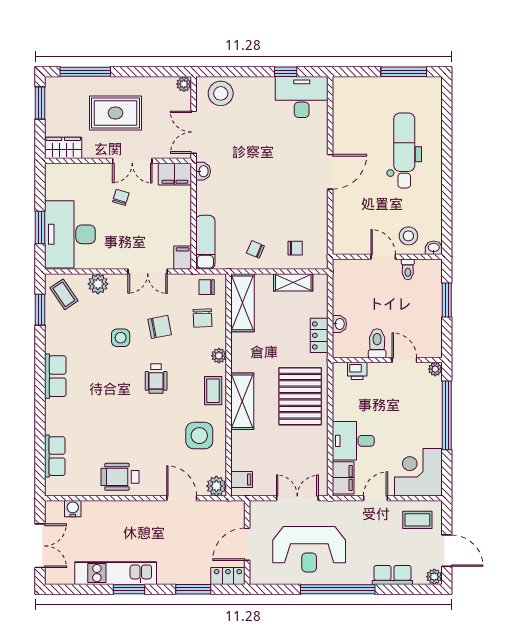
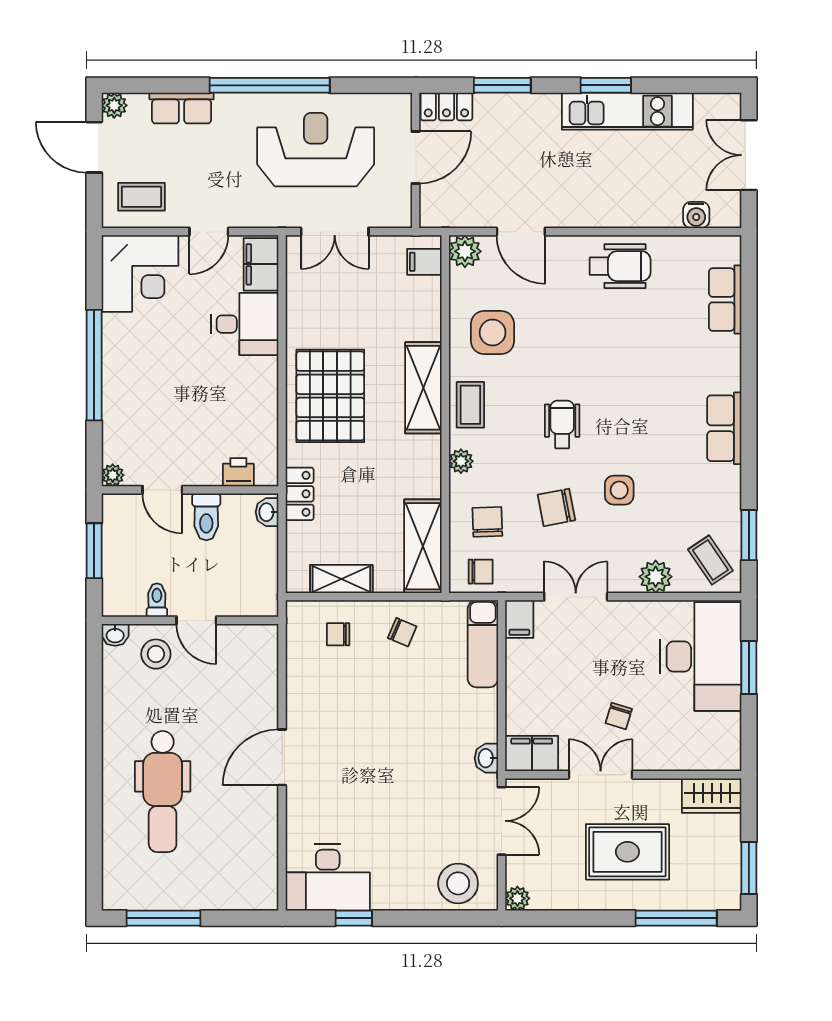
toilet: (377, 343) -> (206, 517), moved
wall: (387, 360) -> (190, 490), moved
door: (404, 360) -> (162, 490), moved
plant: (435, 369) -> (113, 475), moved
printer: (357, 371) -> (238, 472), moved

